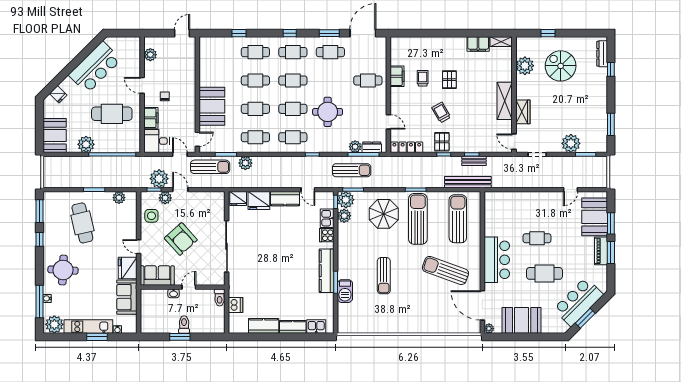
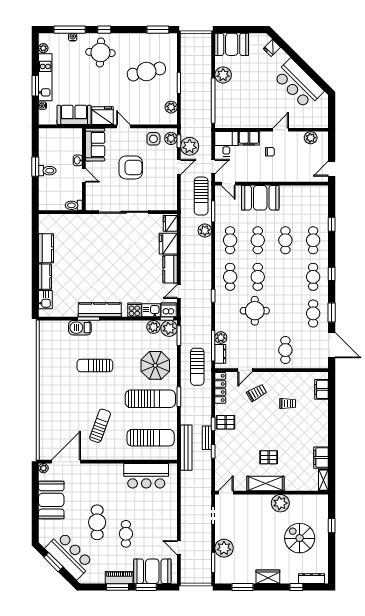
door: (182, 33) -> (332, 169), swing flipped
plant: (525, 66) -> (280, 503), moved
spiral stairs: (561, 66) -> (300, 538), turned -90
filing cabinet: (397, 76) -> (322, 389), moved, turned 90
cafe table: (293, 80) -> (285, 277), removed
pallet: (449, 80) -> (269, 457), moved
trolley: (441, 112) -> (257, 393), moved
wardrobe: (523, 112) -> (268, 577), moved, turned 180
cafe table: (112, 114) -> (253, 100), removed
bench: (474, 161) -> (207, 438), moved
sun lounger: (352, 170) -> (197, 367), moved
plant: (165, 198) -> (171, 138), moved
cafe table: (537, 238) -> (126, 534), moved
window: (39, 239) -> (104, 30), moved
armchair: (181, 239) -> (131, 167), turned -138
door: (139, 247) -> (123, 126), hinge flipped
bar counter: (497, 260) -> (146, 476), moved
sun lounger: (445, 270) -> (100, 426), width x0.73, depth x0.75
dishwasher: (235, 305) -> (169, 310), moved, turned 180
plant: (54, 324) -> (43, 48), width x0.53, depth x0.53

